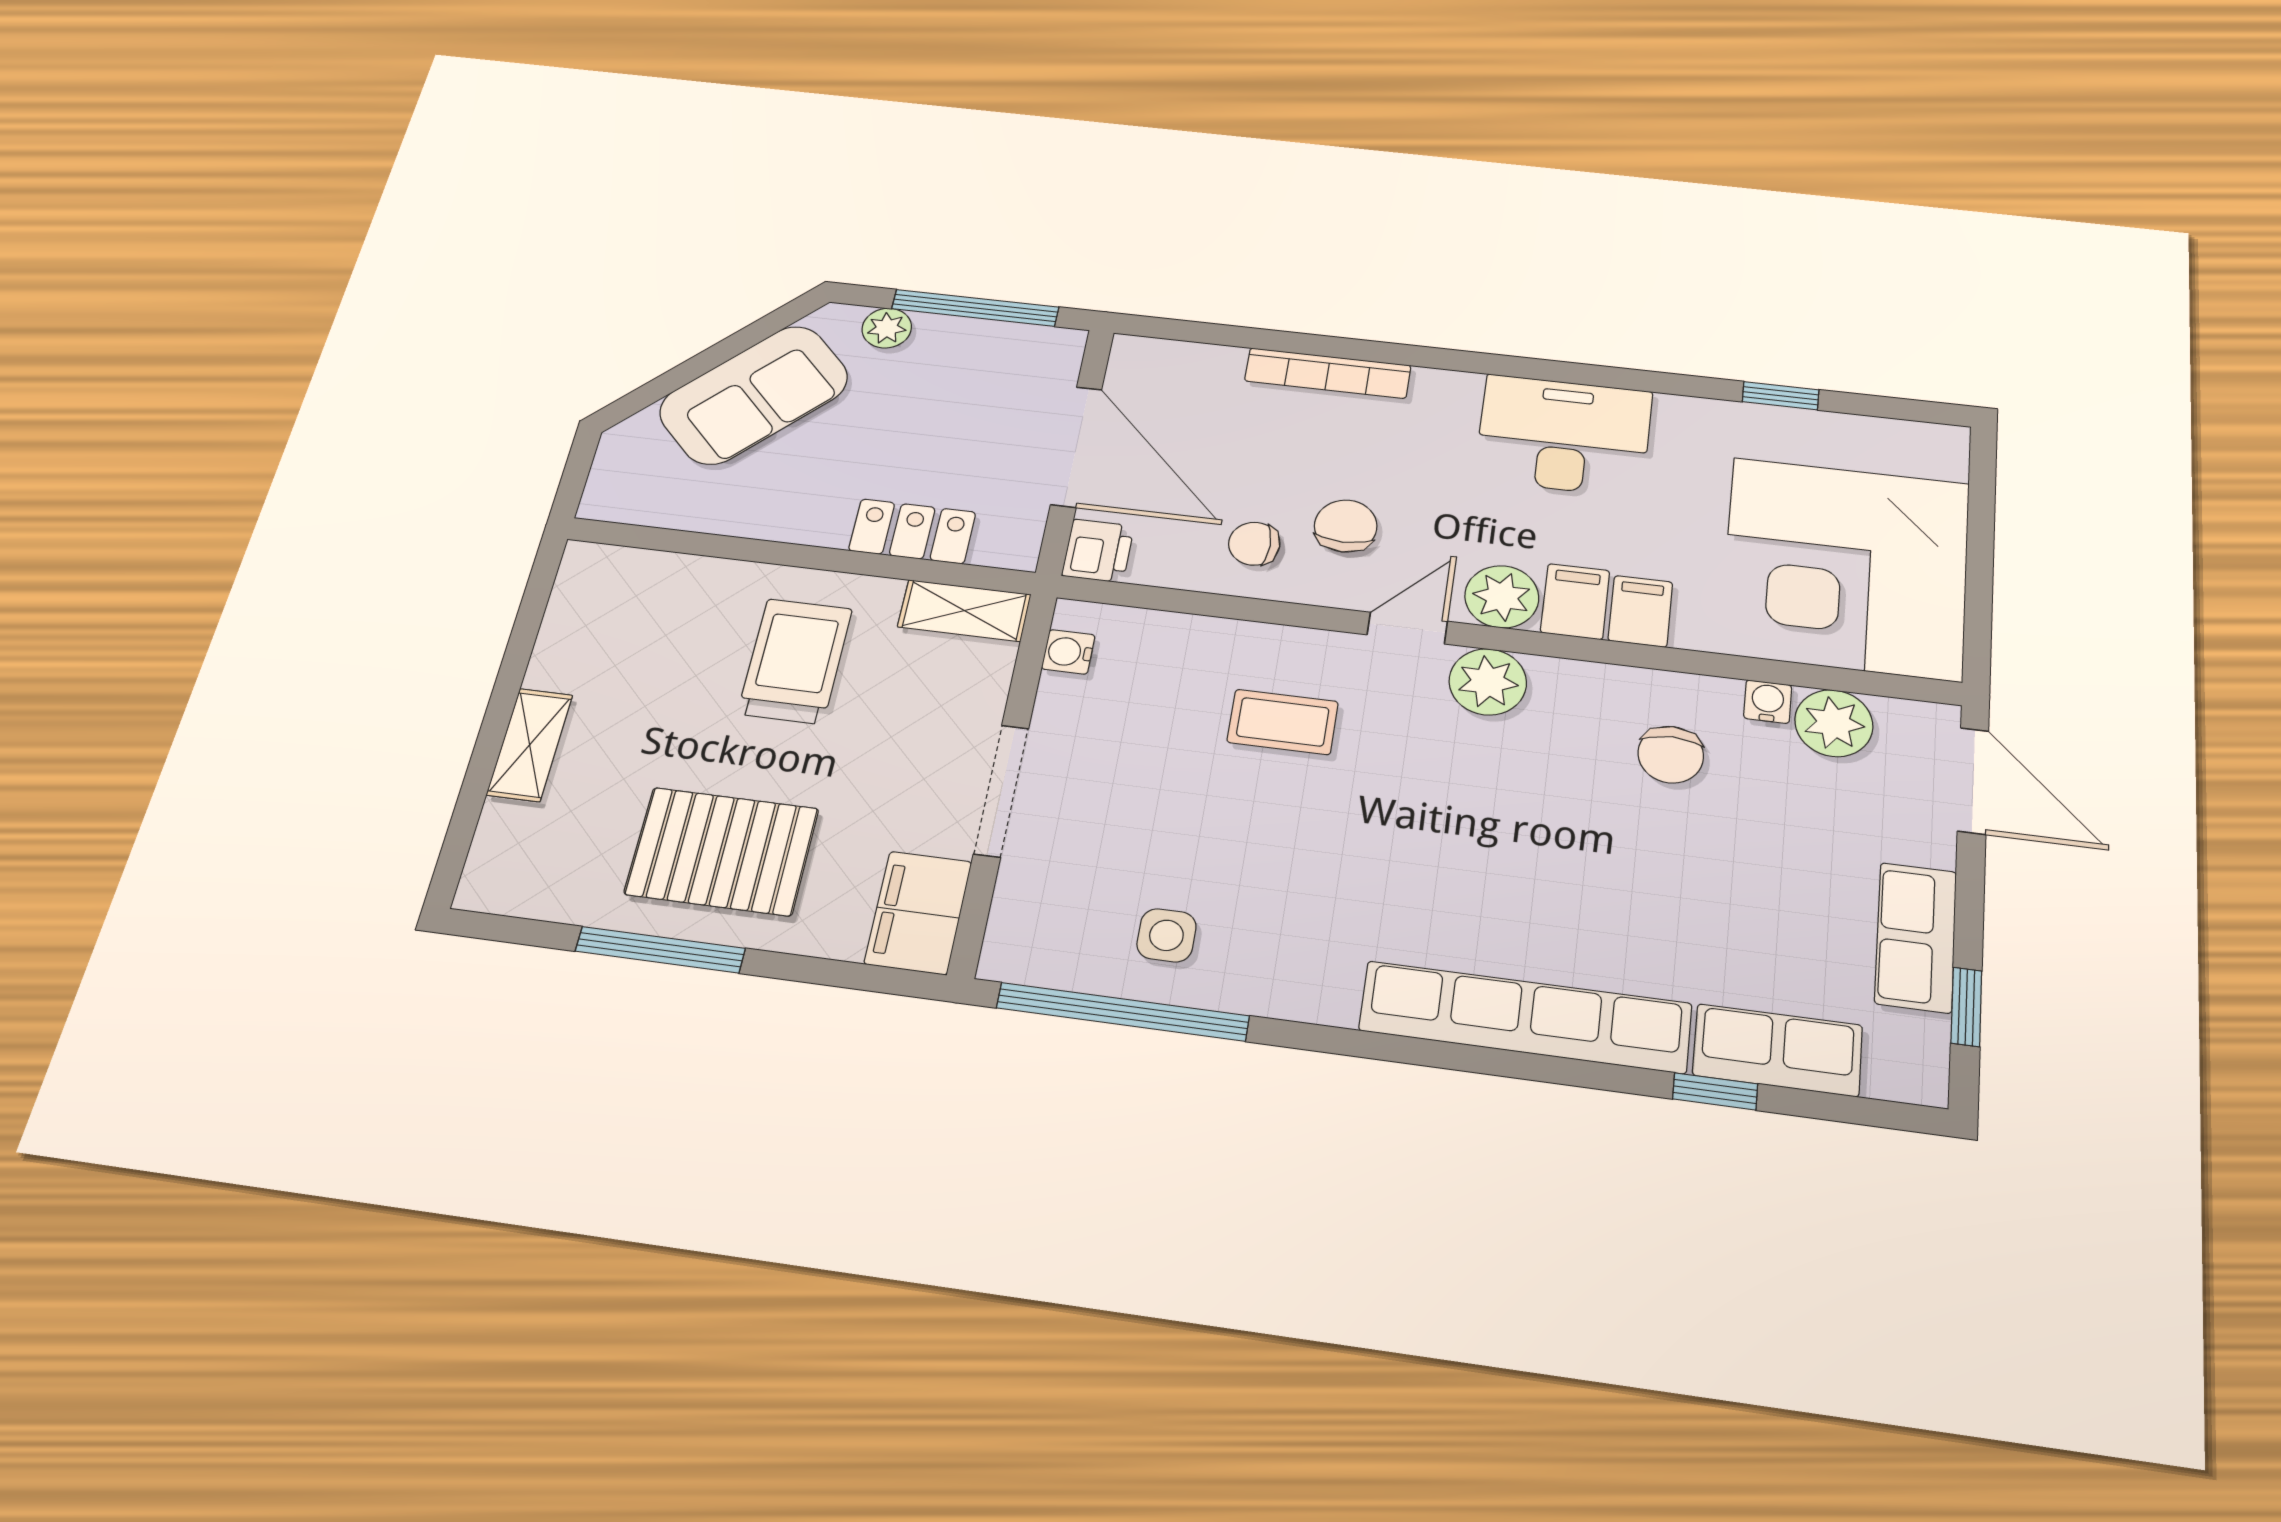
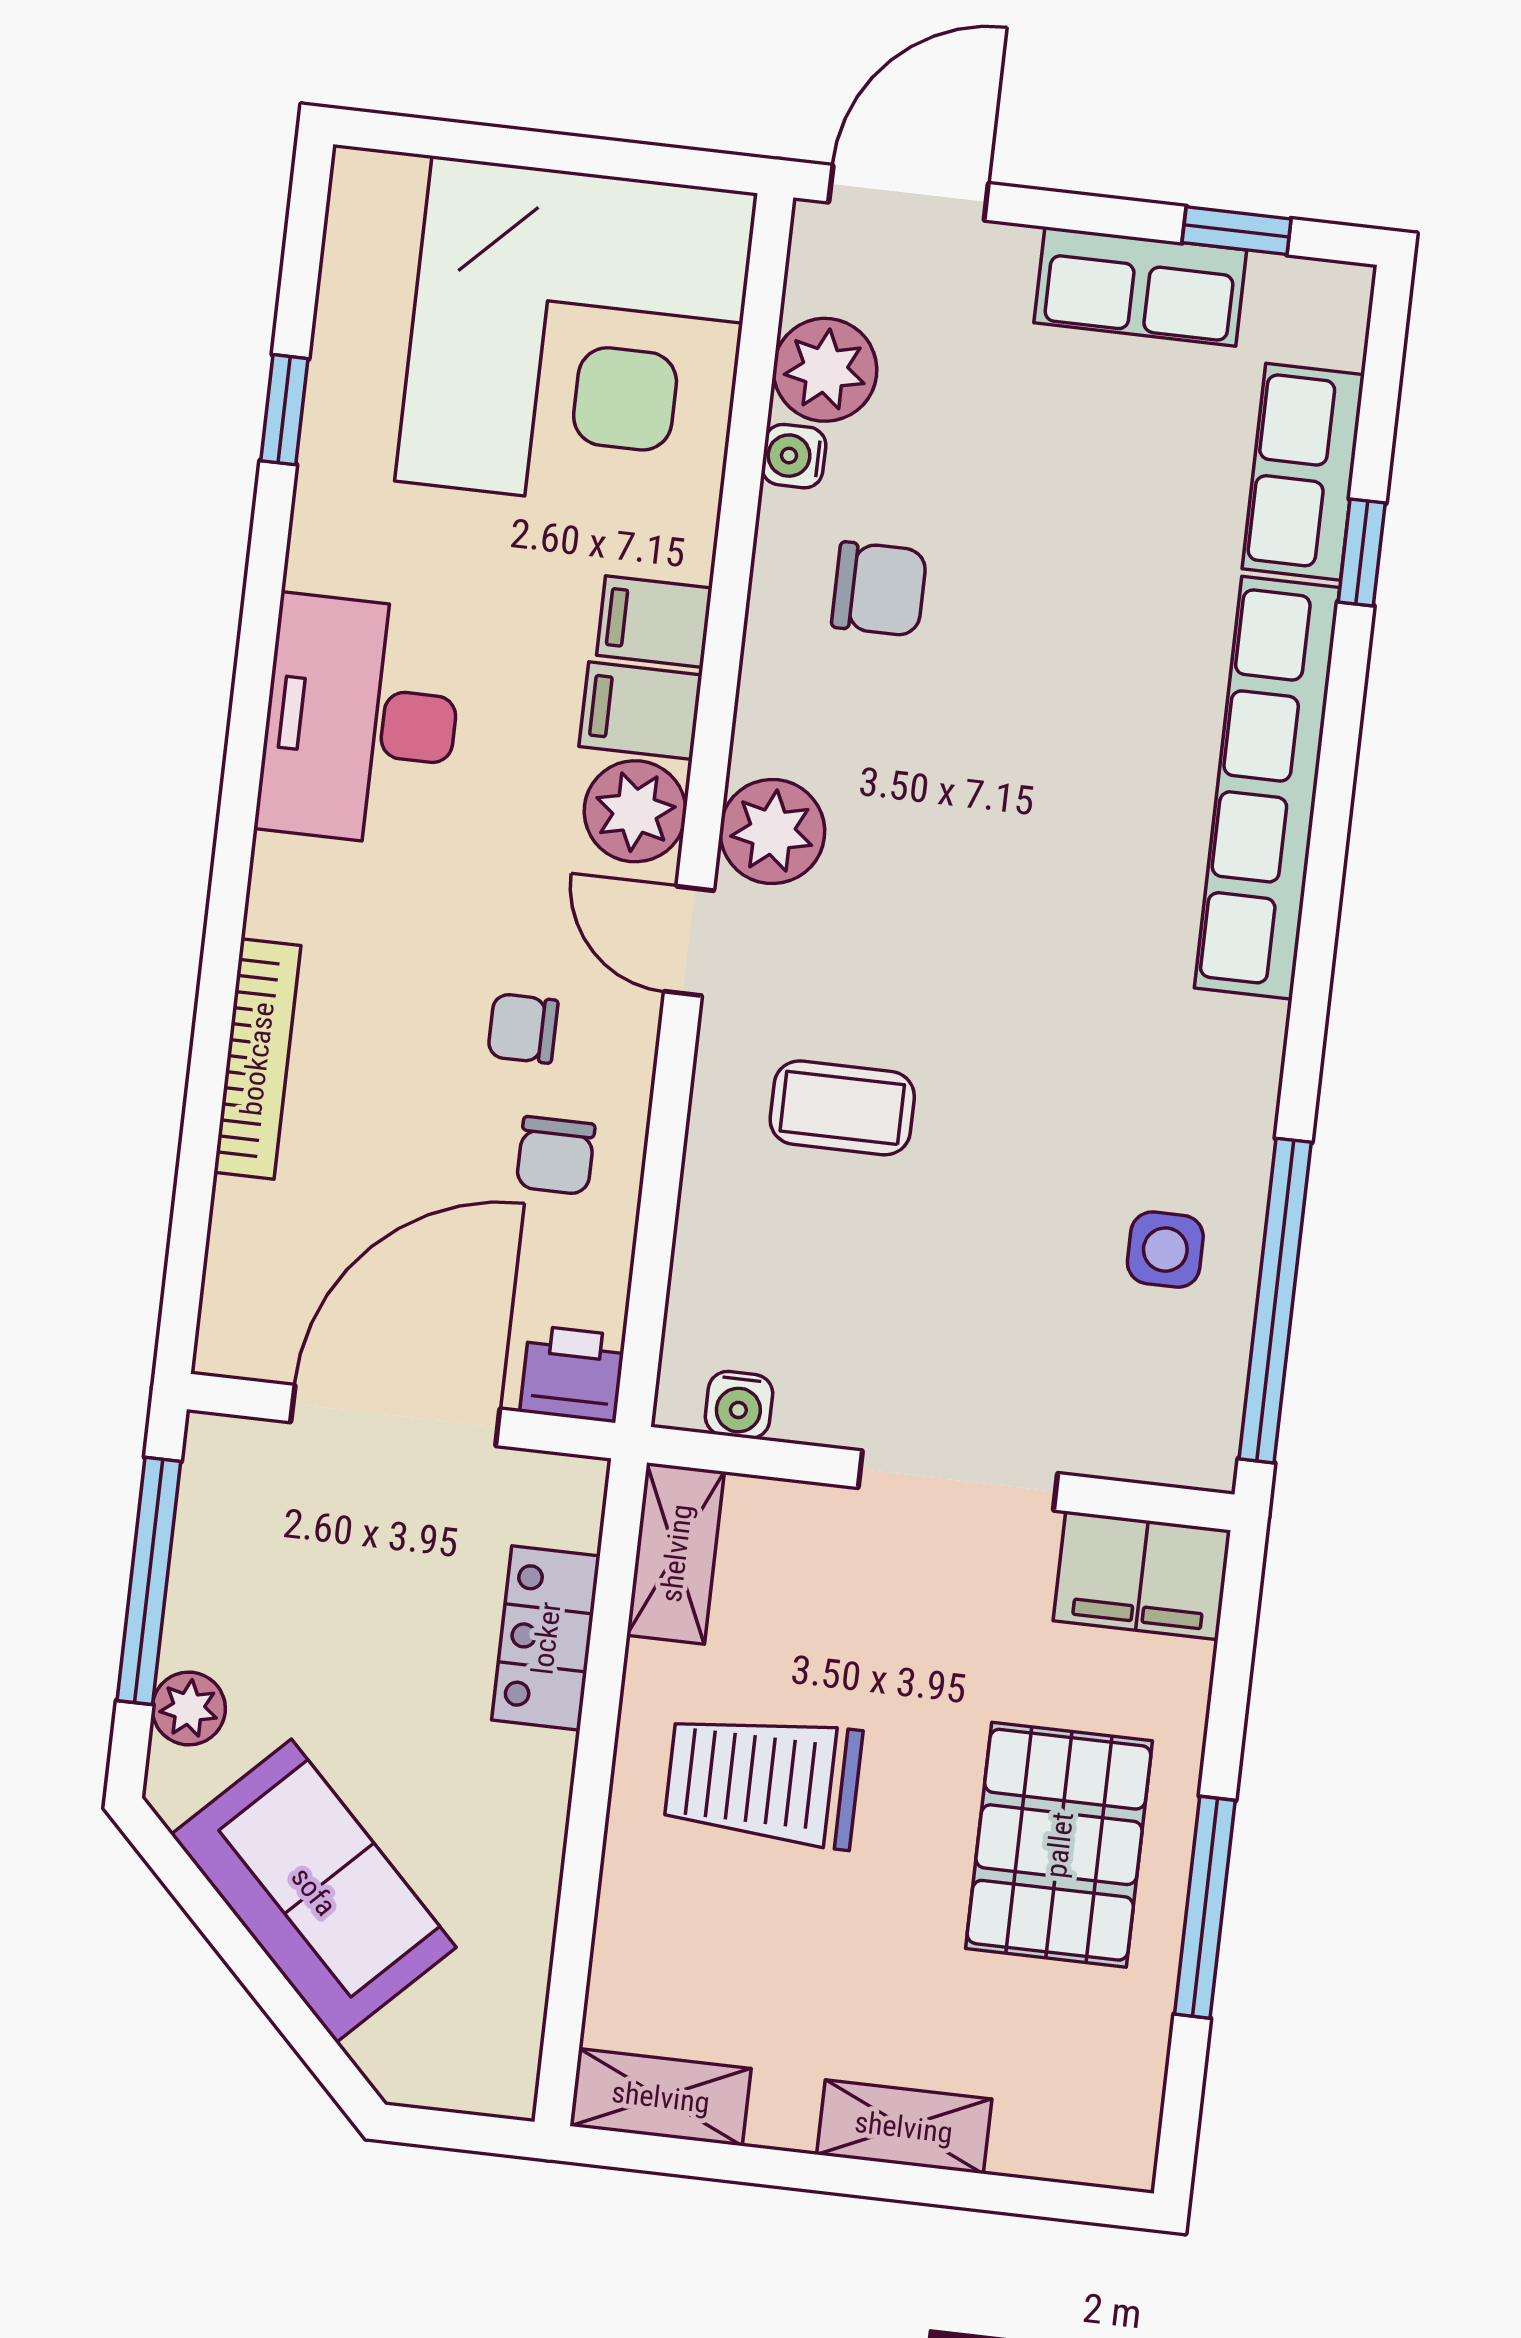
chair: (1346, 526) -> (523, 1028), width x0.73, depth x0.73
shelving: (578, 593) -> (661, 2097), added
coffee table: (1283, 722) -> (842, 1108), turned 90

